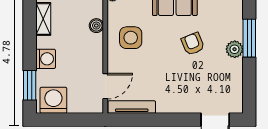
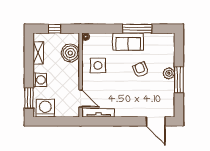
boiler: (96, 26) -> (70, 53), width x1.86, depth x1.86
window: (249, 38) -> (179, 80), moved
door: (105, 86) -> (81, 99), hinge flipped

